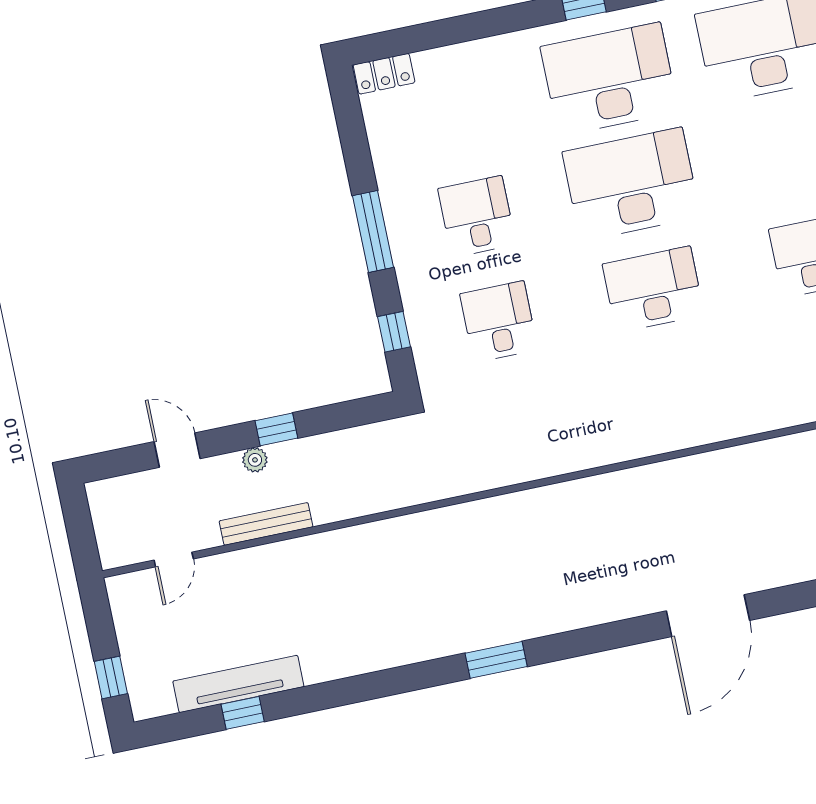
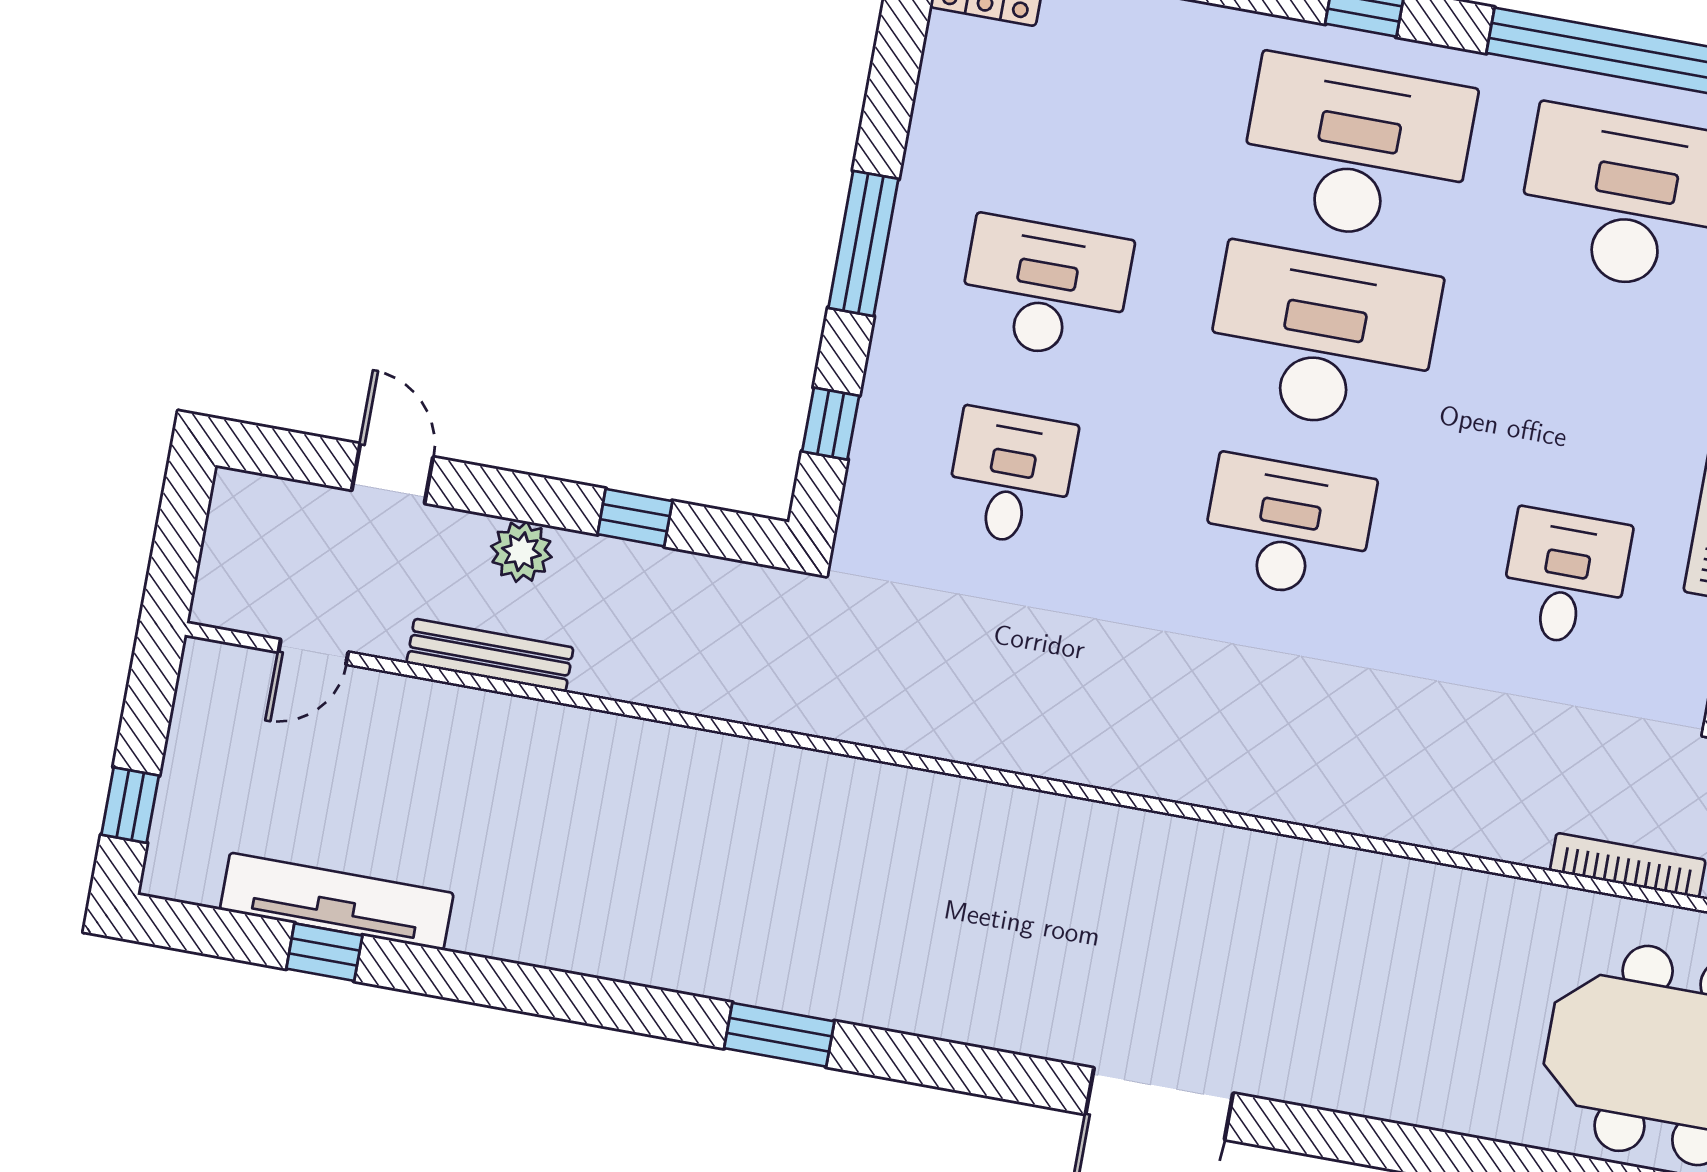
desk: (477, 216) -> (1045, 288), width x1.37
window: (276, 429) -> (635, 518), moved
plant: (255, 460) -> (521, 552), width x1.38, depth x1.38

